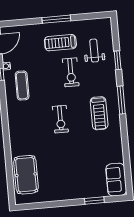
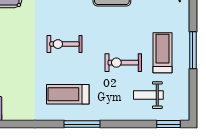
weight bench: (94, 51) -> (148, 95), turned 180
window: (118, 60) -> (168, 124), moved

